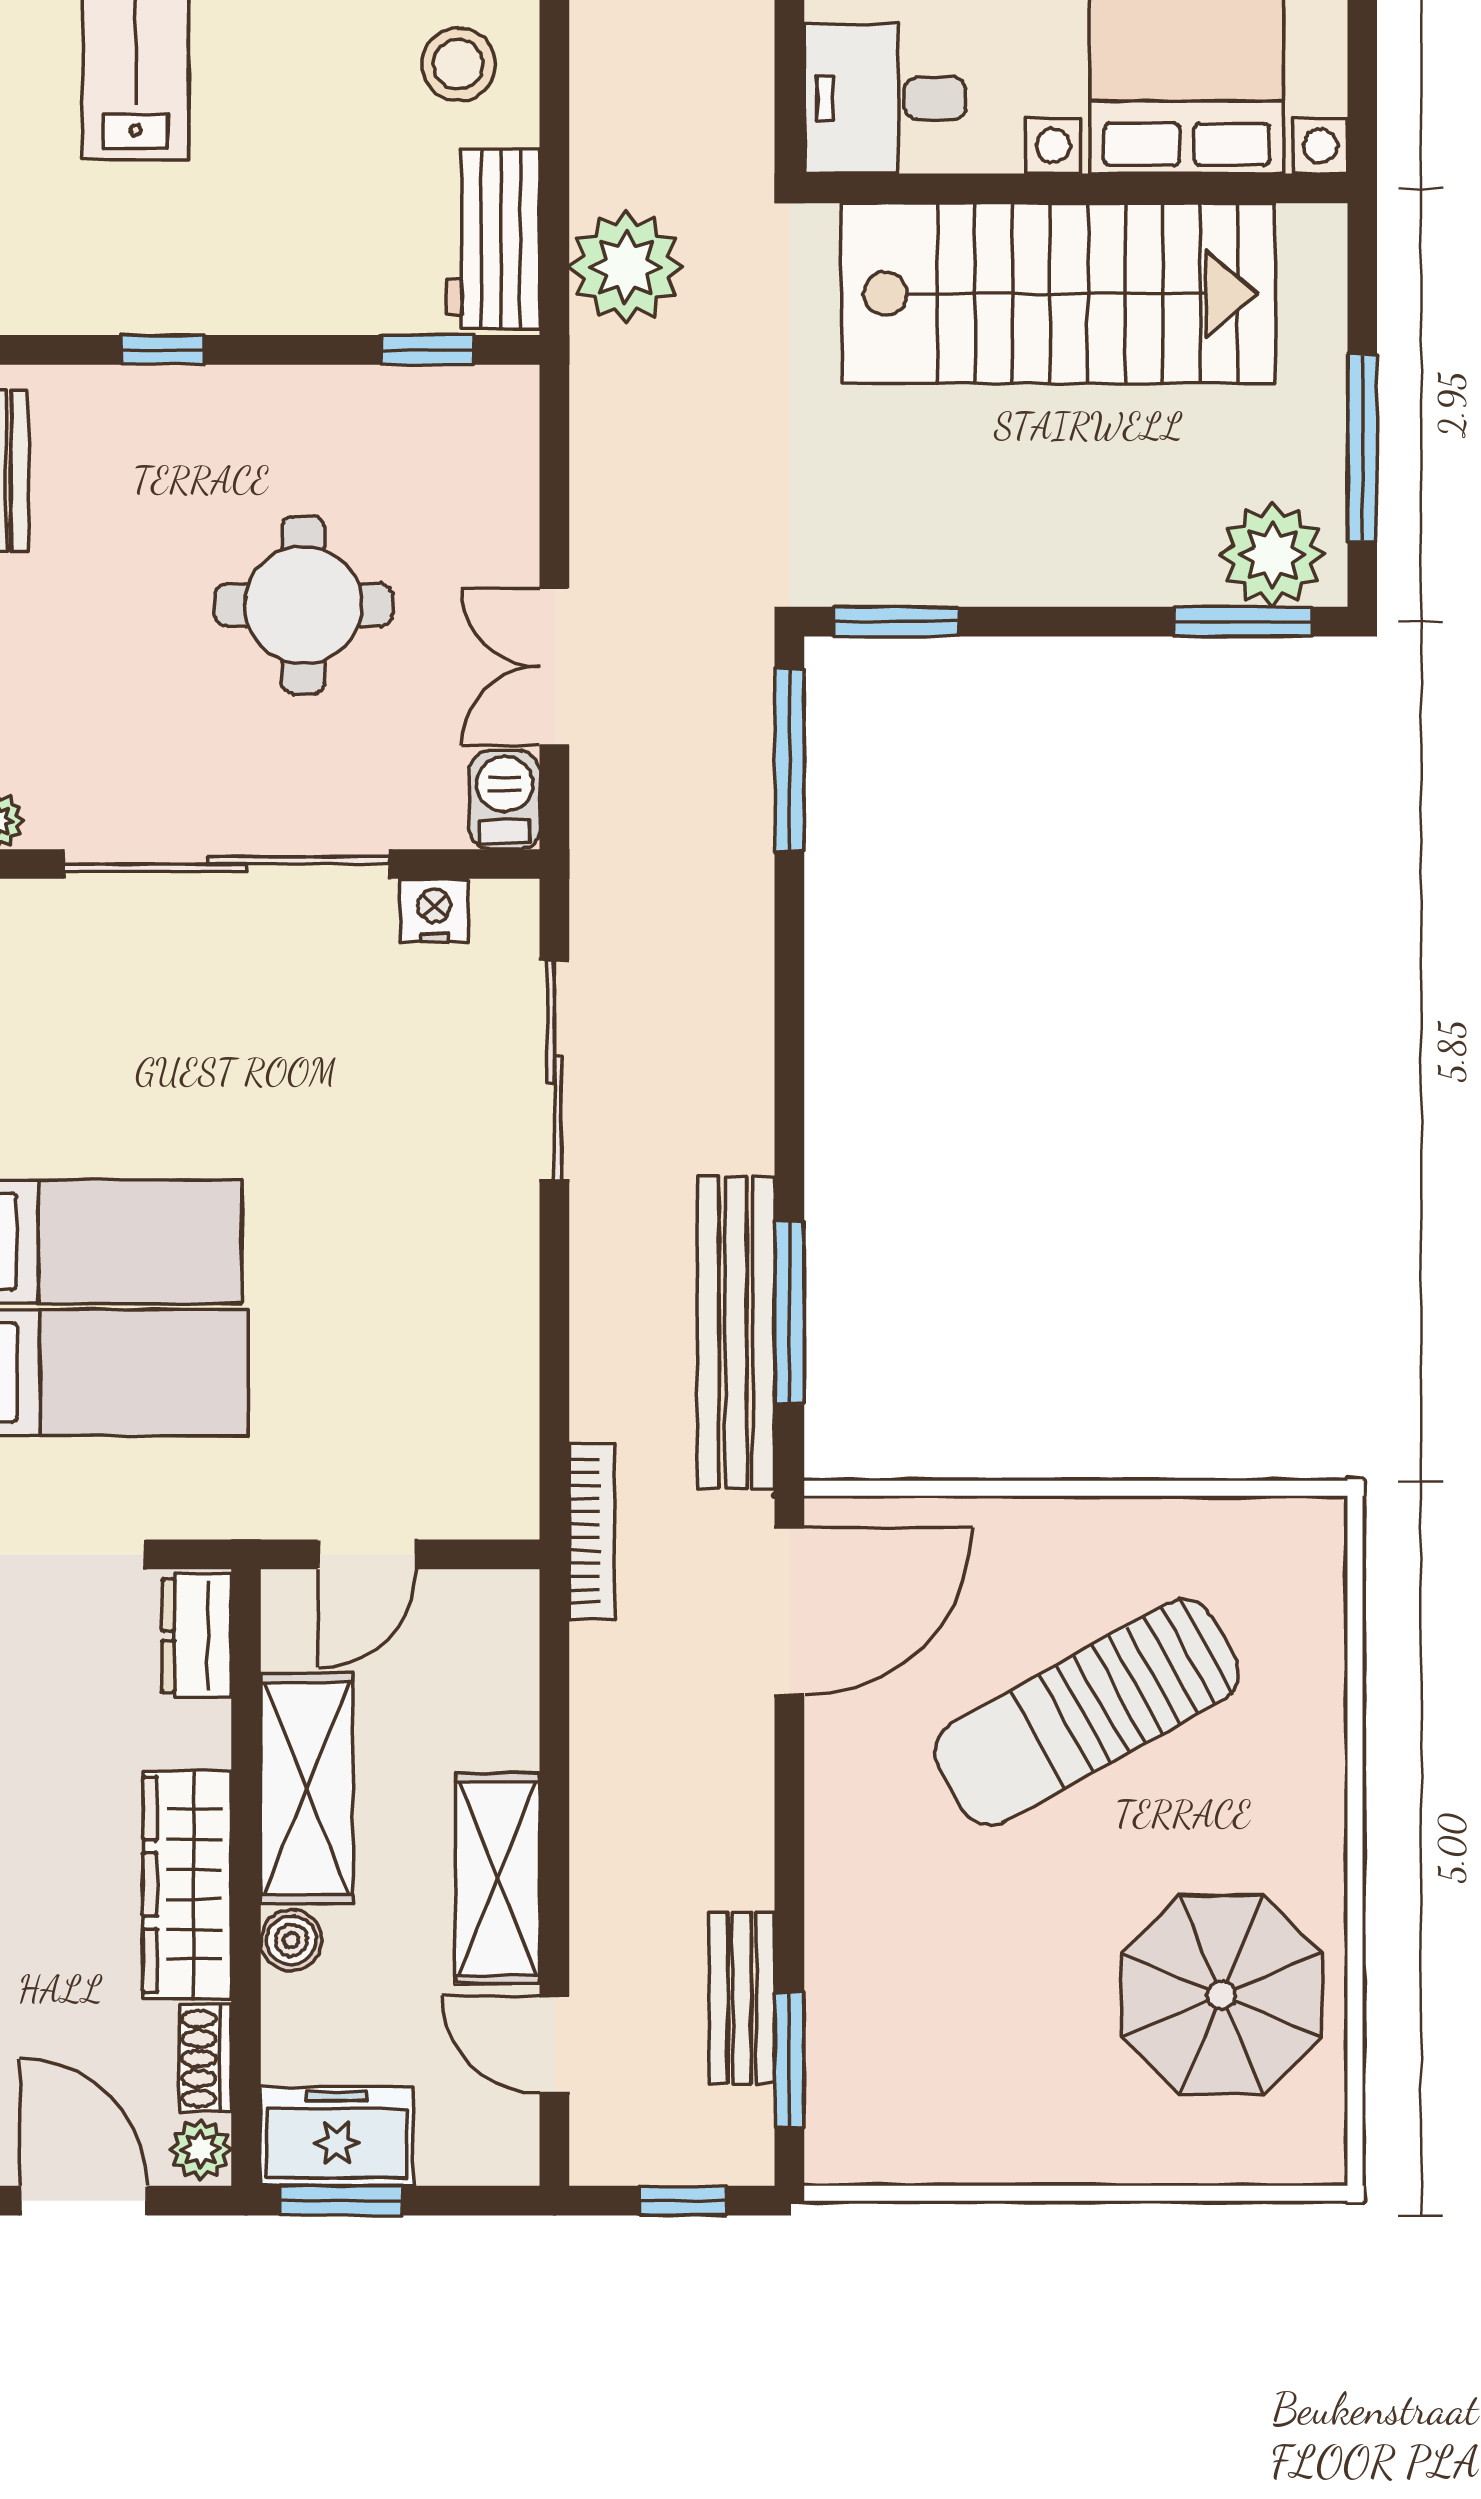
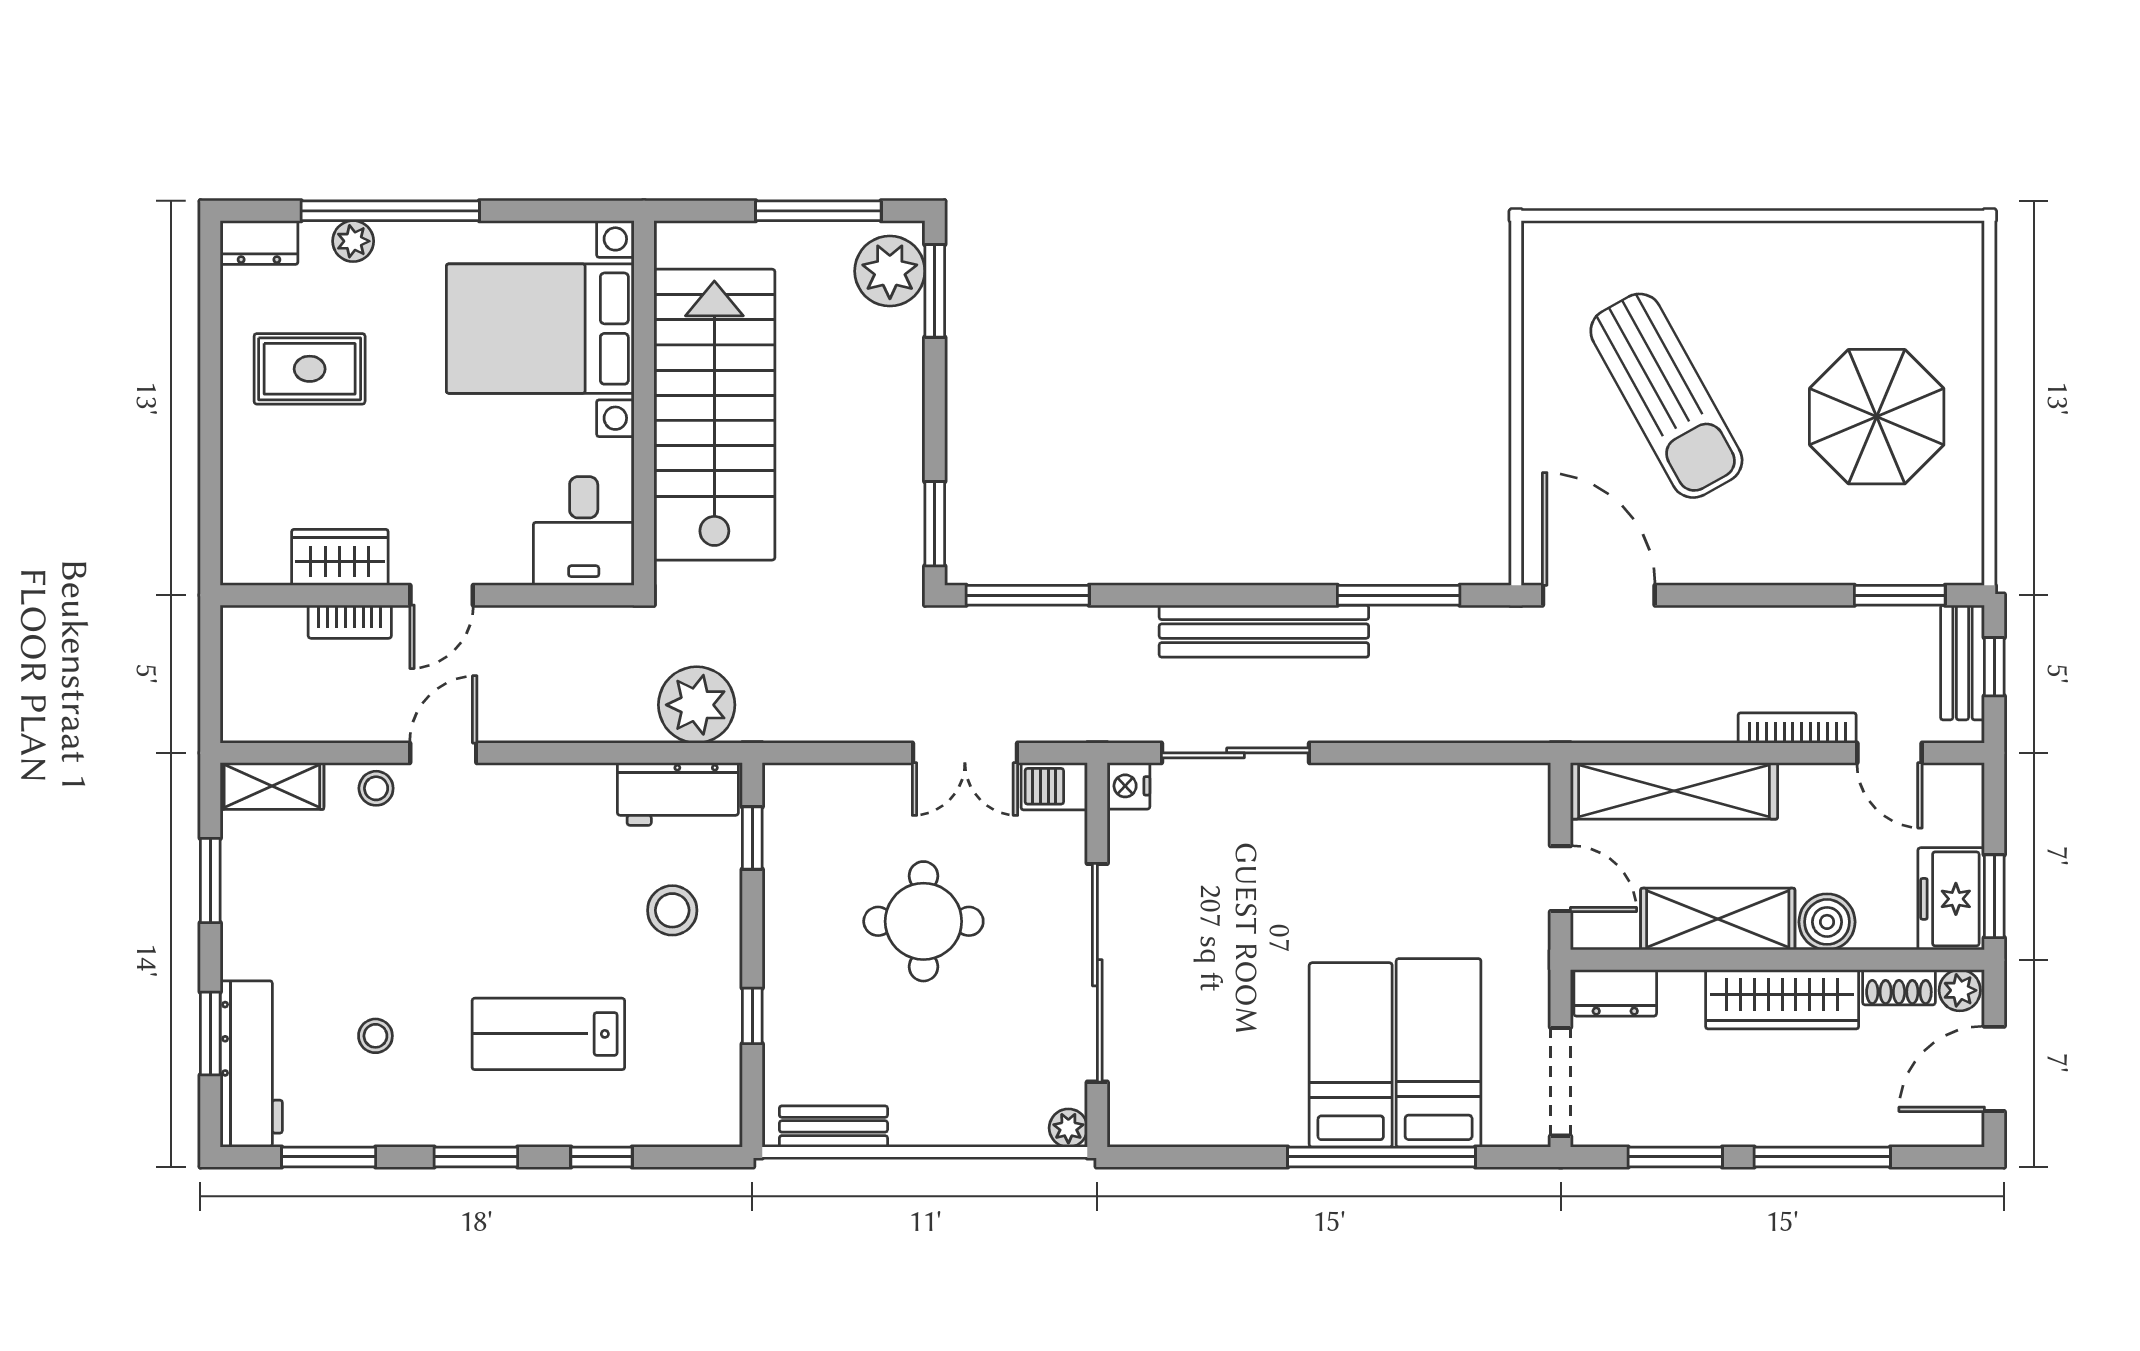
stool: (458, 64) -> (672, 910), moved
nightstand: (434, 910) -> (1128, 786), moved
bench: (736, 1332) -> (1264, 631), moved
bookcase: (592, 1531) -> (1797, 728), moved
shelving: (498, 1878) -> (1674, 791), moved, width x1.47
boiler: (291, 1940) -> (1827, 922), width x1.36, depth x1.36
parasol: (1222, 1995) -> (1877, 417), moved
bench: (742, 1998) -> (1962, 662), moved, turned 90
door: (554, 2045) -> (1889, 753), hinge flipped

